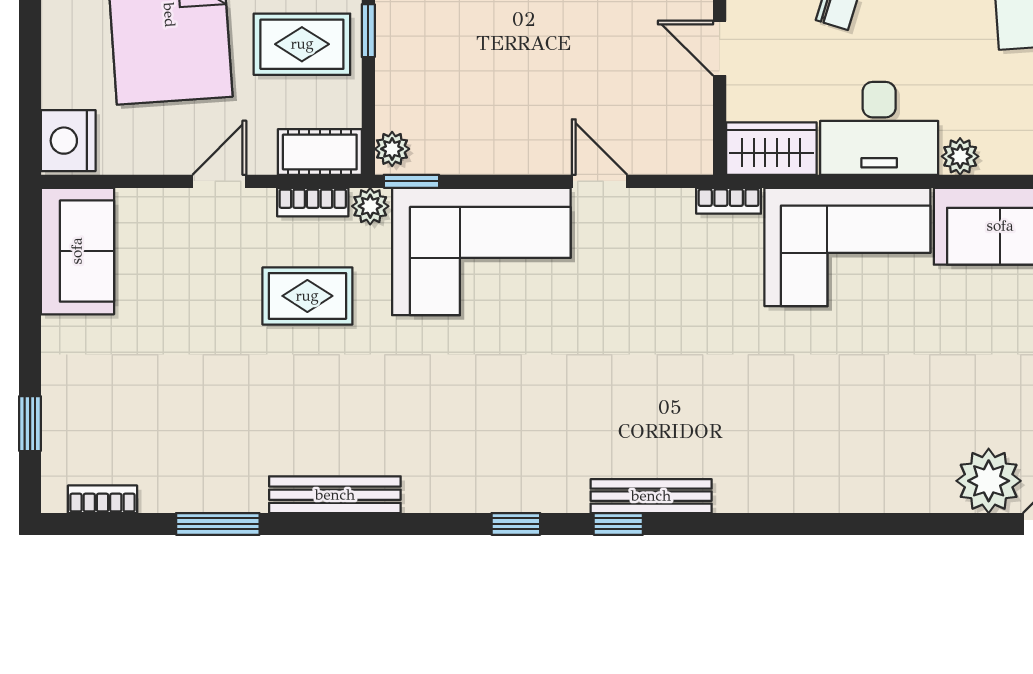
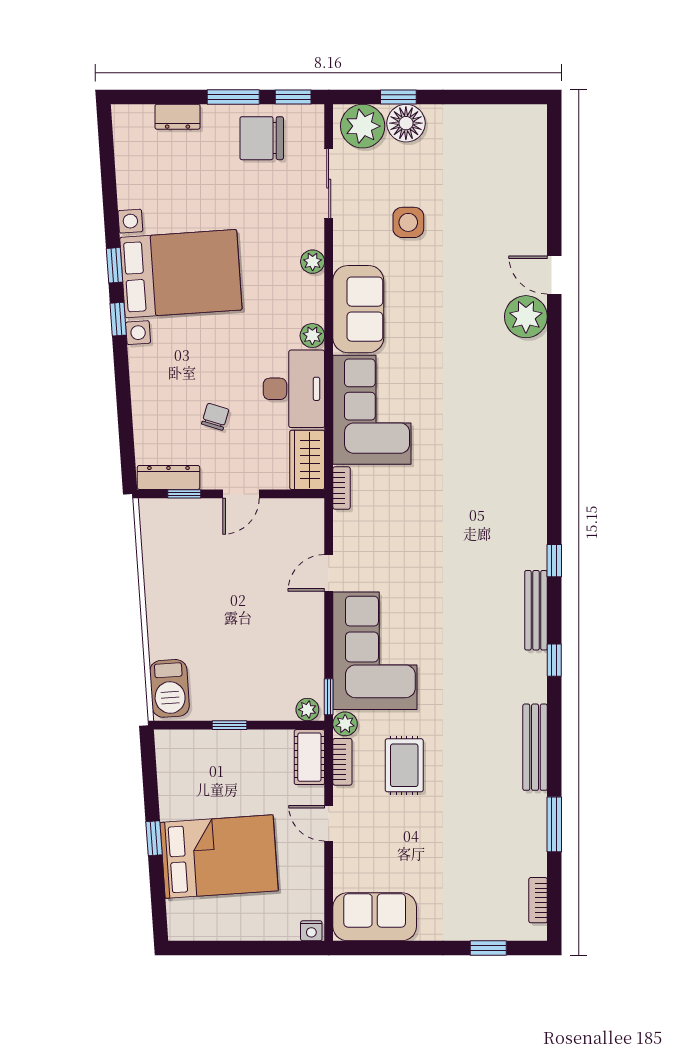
rug: (302, 44) -> (238, 769), removed
nightstand: (68, 141) -> (311, 931), width x0.53, depth x0.56
bench: (651, 496) -> (536, 610), moved
window: (516, 524) -> (554, 660), moved

